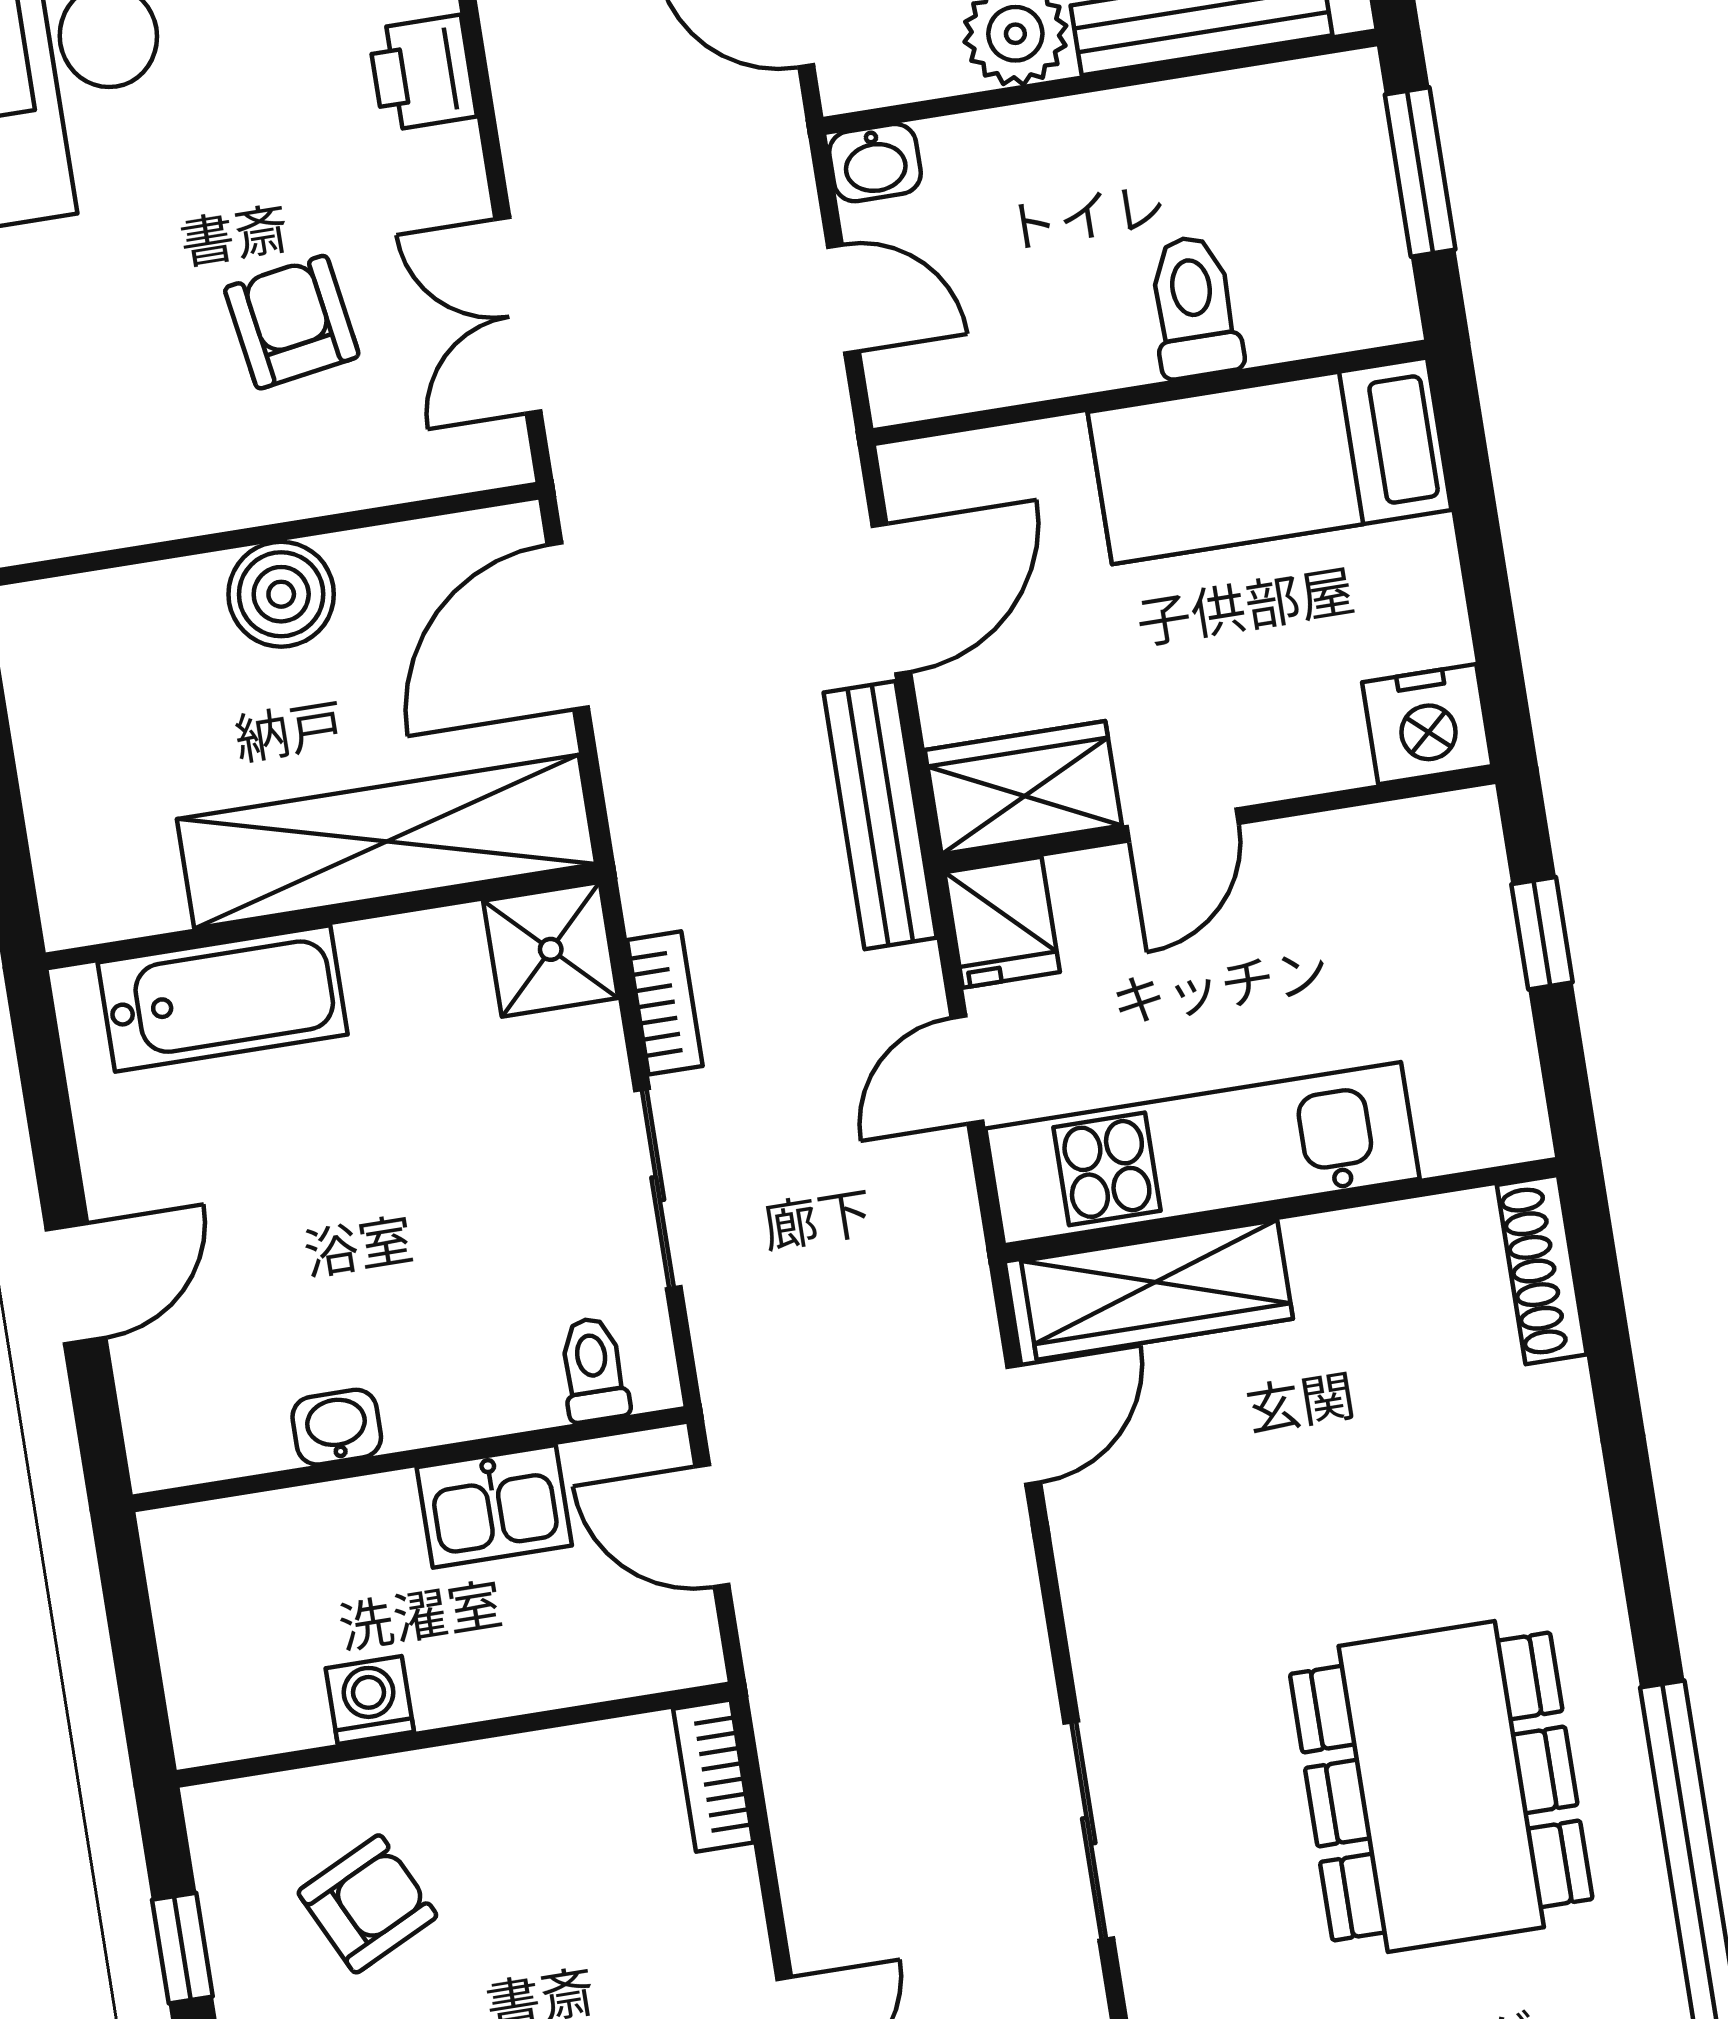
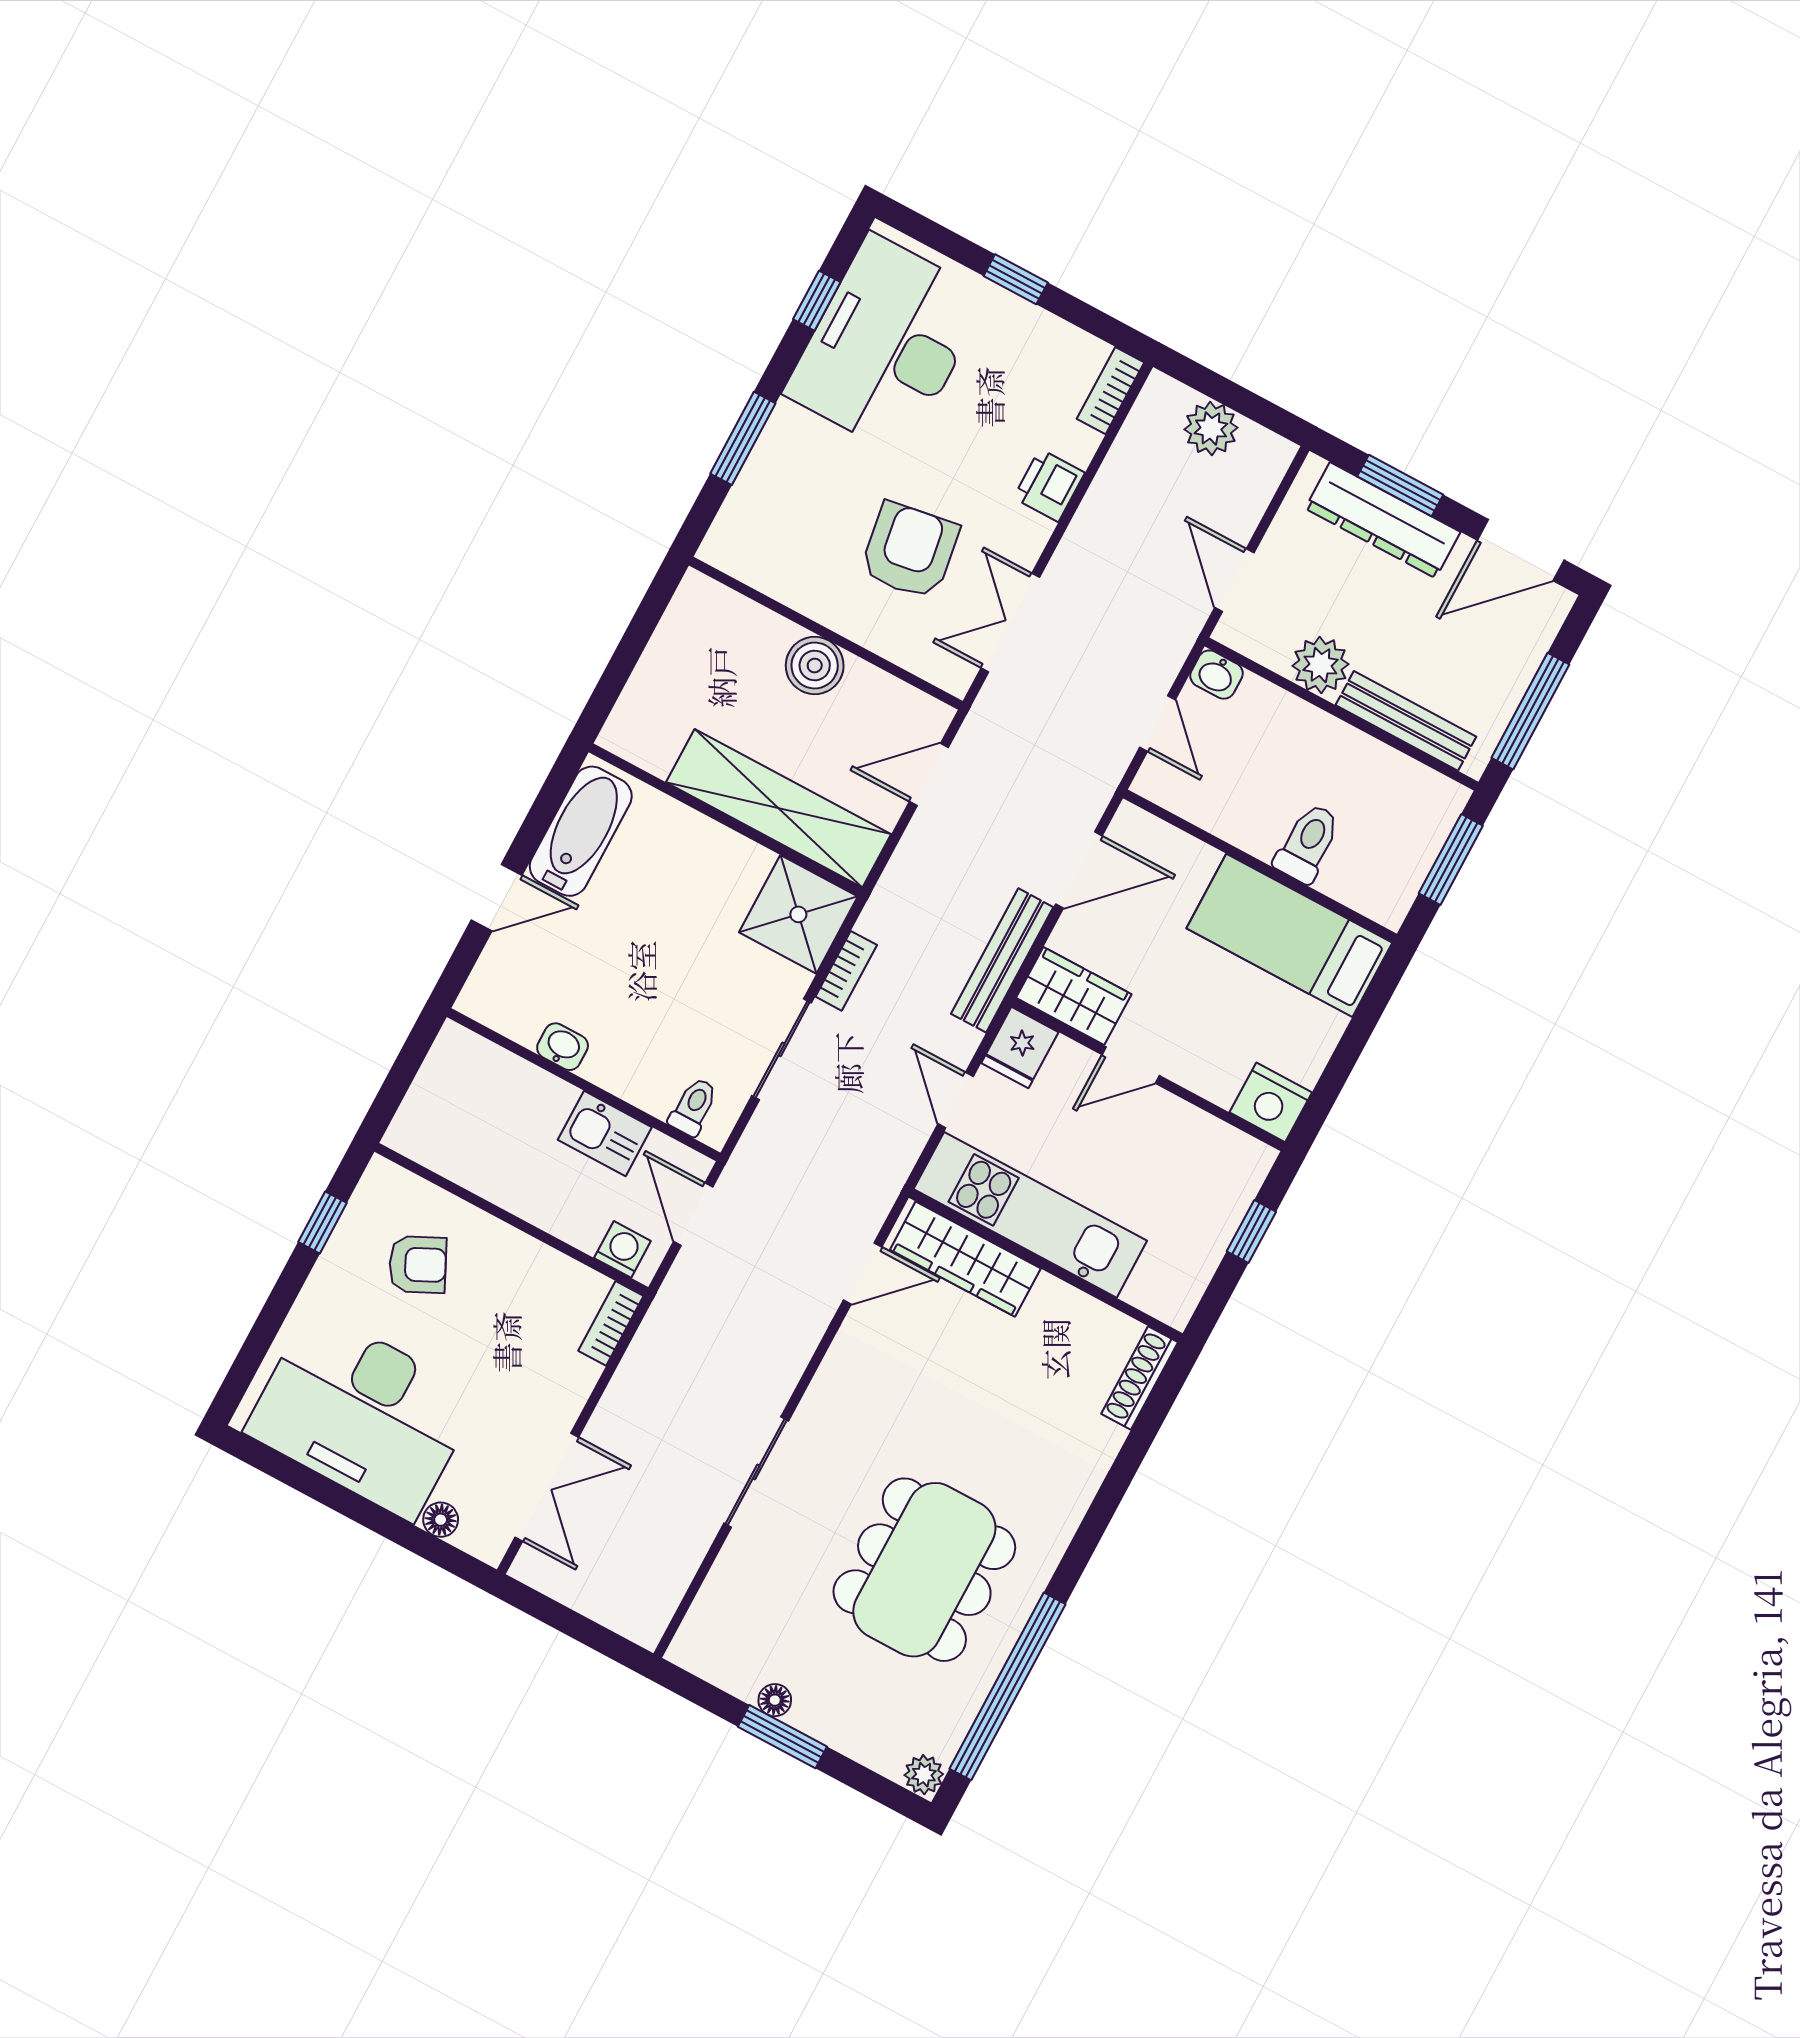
armchair: (292, 322) -> (910, 551), width x1.38, depth x1.38
door: (568, 626) -> (929, 774), width x0.73
shower: (551, 949) -> (798, 914), width x1.36, depth x1.36
bathtub: (223, 998) -> (581, 831), moved, turned -90
door: (967, 1070) -> (956, 1100), hinge flipped
washing machine: (370, 1700) -> (622, 1249), moved

